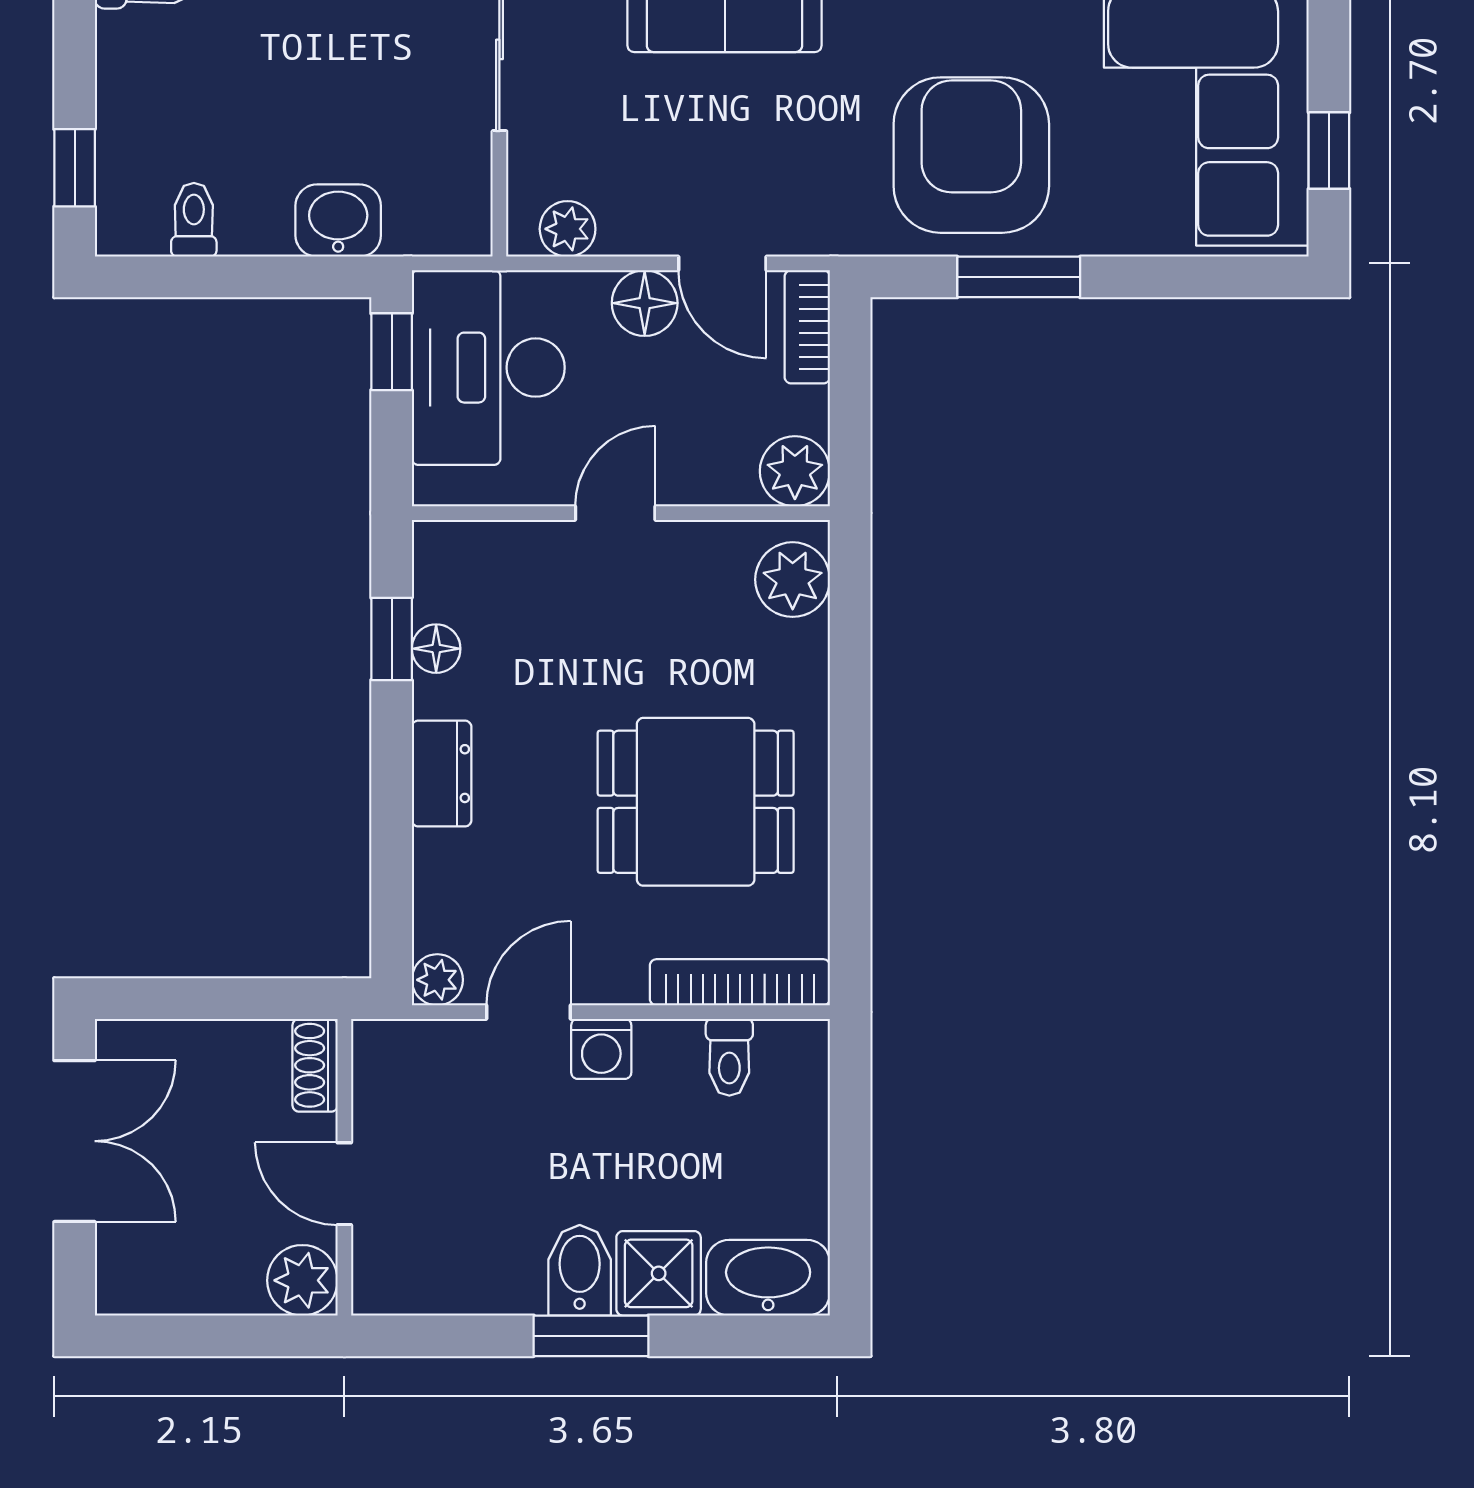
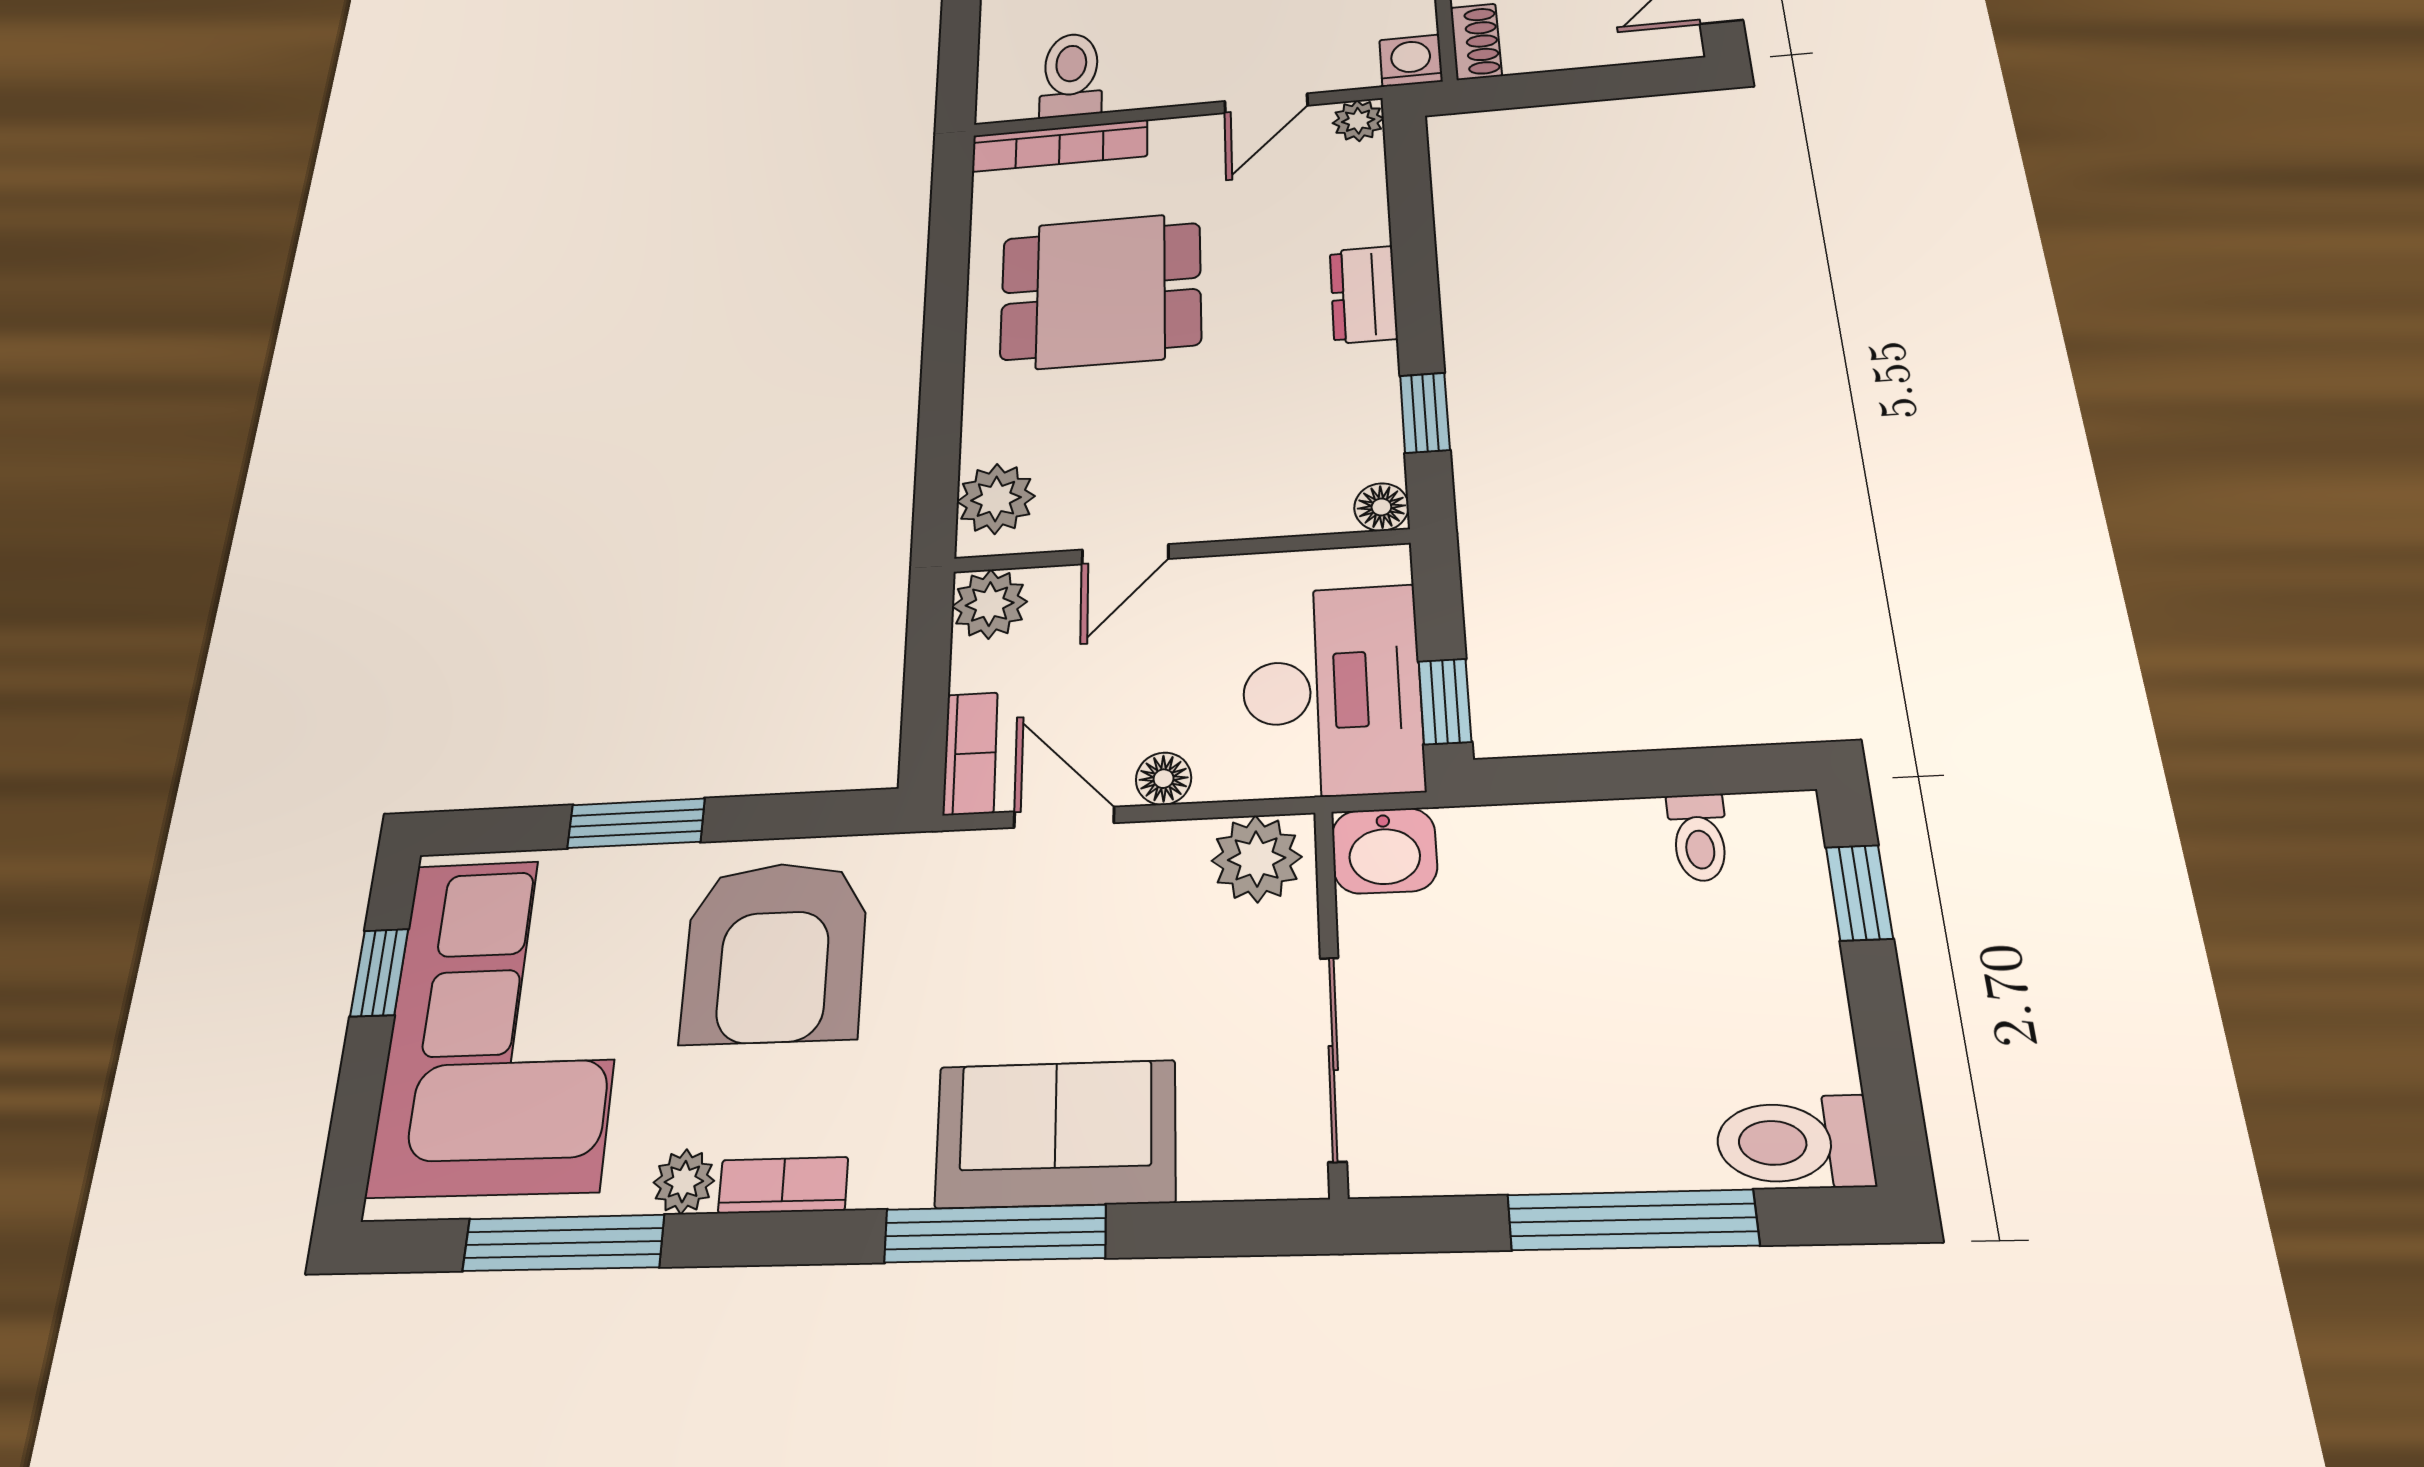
washbasin: (338, 221) -> (1384, 851), moved
plant: (568, 229) -> (1257, 859), width x1.38, depth x1.38
window: (1019, 277) -> (636, 823), moved
floor lamp: (645, 303) -> (1164, 779), width x0.73, depth x0.73
door: (615, 513) -> (1125, 554), moved
floor lamp: (436, 649) -> (1381, 507), moved
washing machine: (601, 1049) -> (1411, 61), moved
toilet: (729, 1057) -> (1071, 75), width x1.37, depth x1.39

